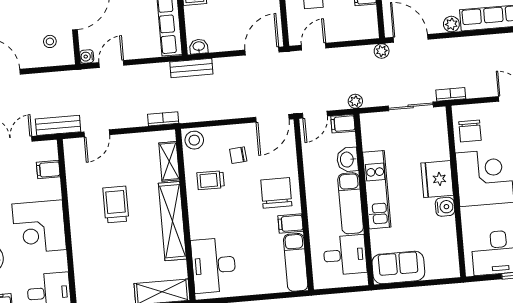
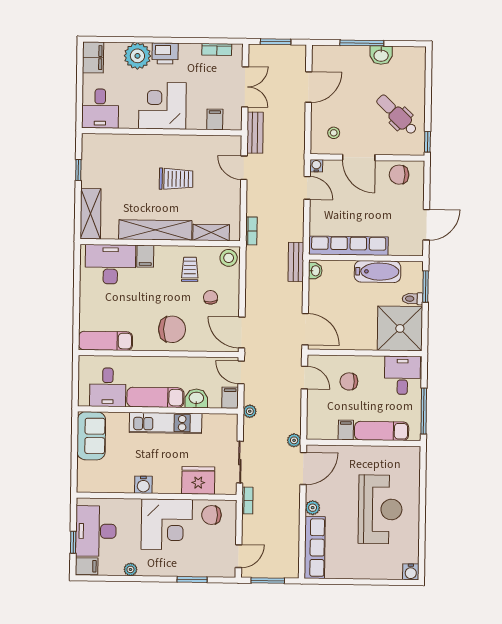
fridge: (437, 179) -> (198, 480), moved
filing cabinet: (291, 223) -> (145, 256), moved, turned 180

